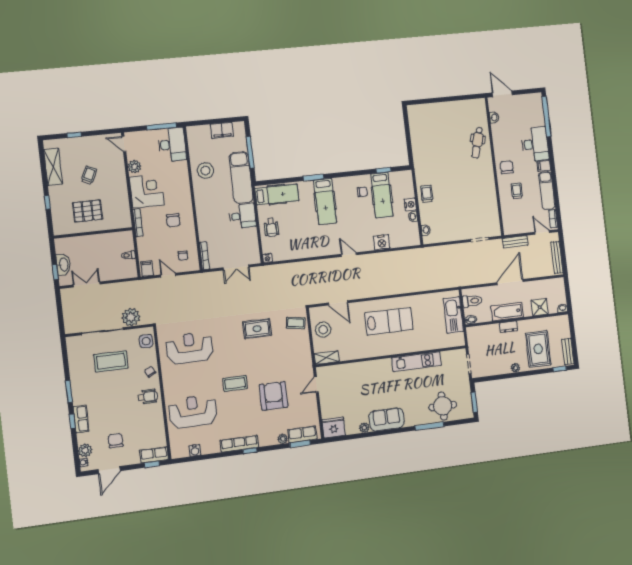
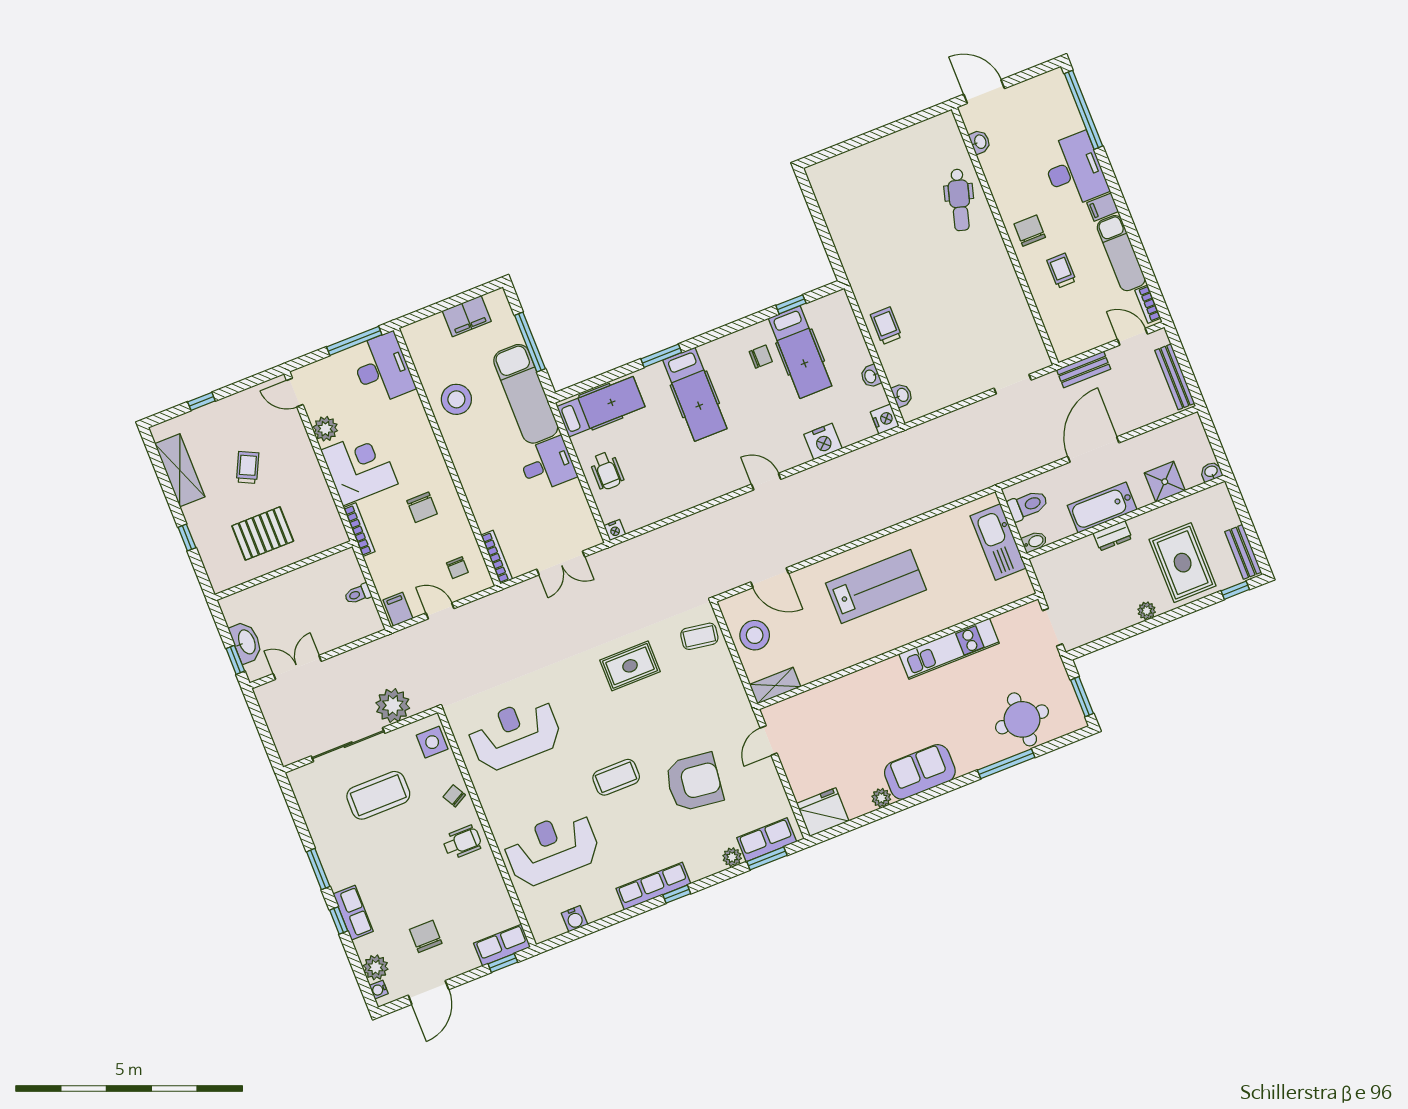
nightstand: (410, 205) -> (885, 419), moved
armchair: (274, 396) -> (694, 782), turned 97

